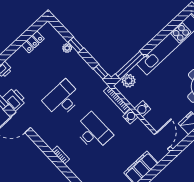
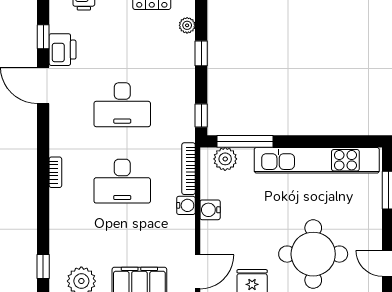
plant: (67, 48) -> (187, 25), moved
desk: (62, 99) -> (122, 105), turned 180
desk: (93, 132) -> (122, 181), turned 90

